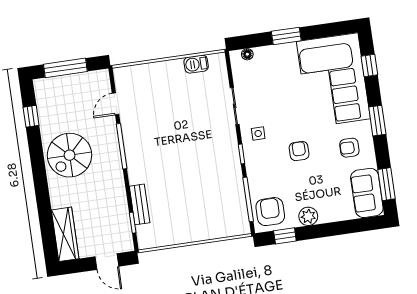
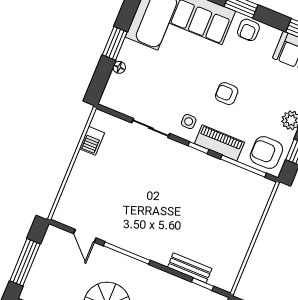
floor lamp: (247, 54) -> (119, 67), moved
armchair: (349, 148) -> (248, 30), moved
piano: (255, 169) -> (219, 143), added

